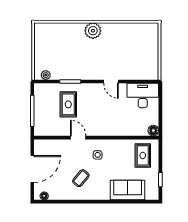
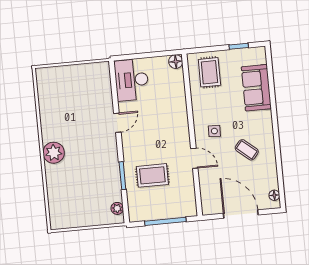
door: (78, 138) -> (194, 158), swing flipped
rug: (143, 155) -> (209, 72), turned 90

